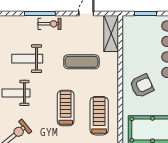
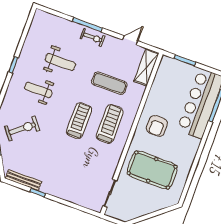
weight bench: (27, 59) -> (60, 62), turned 180
armchair: (142, 86) -> (157, 126), turned 115
treadmill: (99, 116) -> (110, 124), moved

